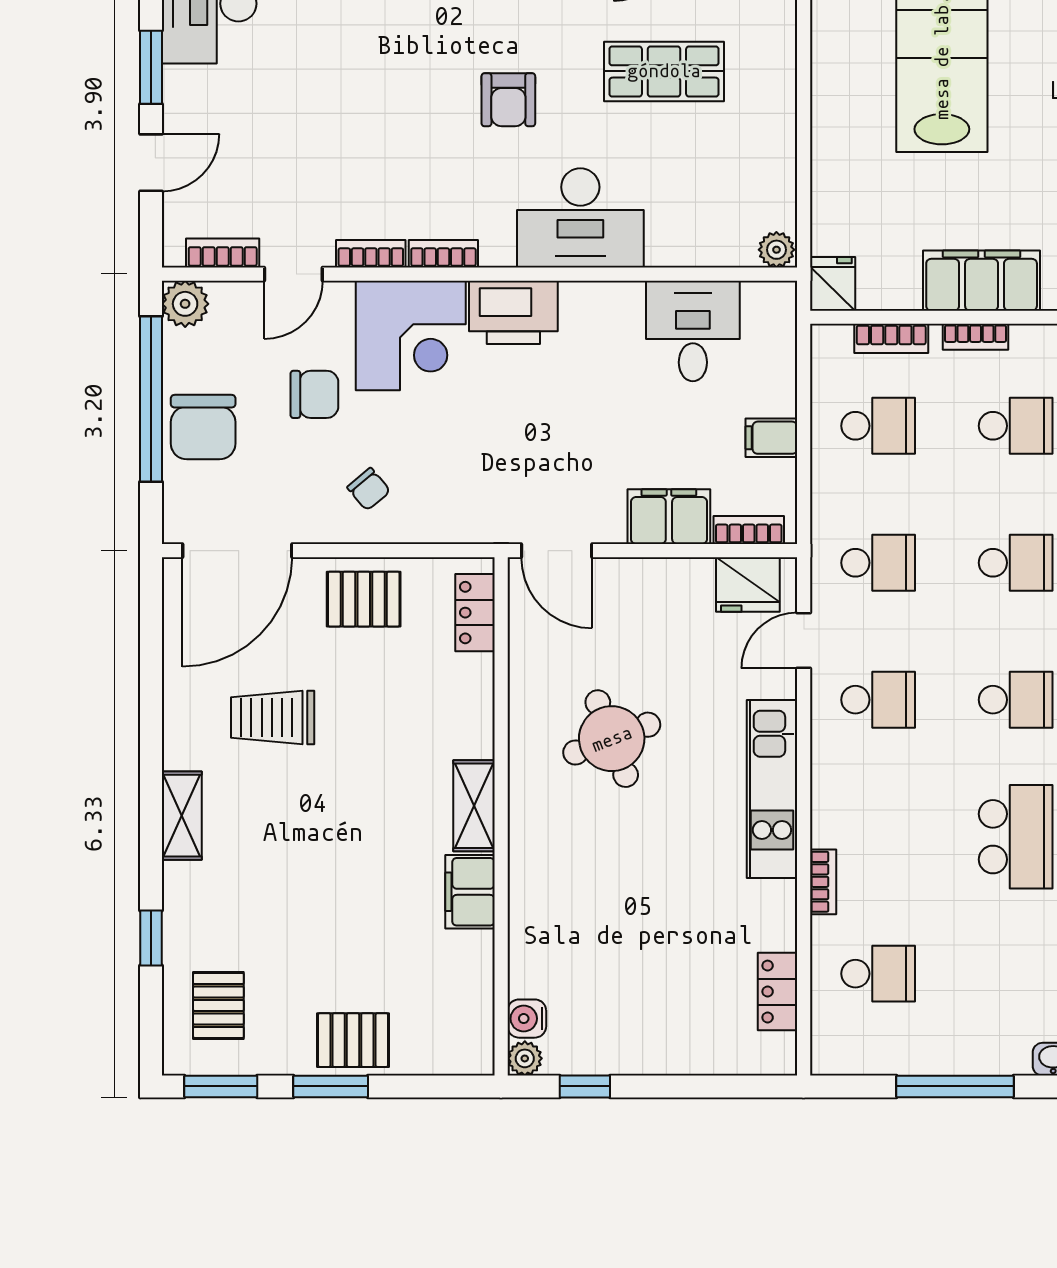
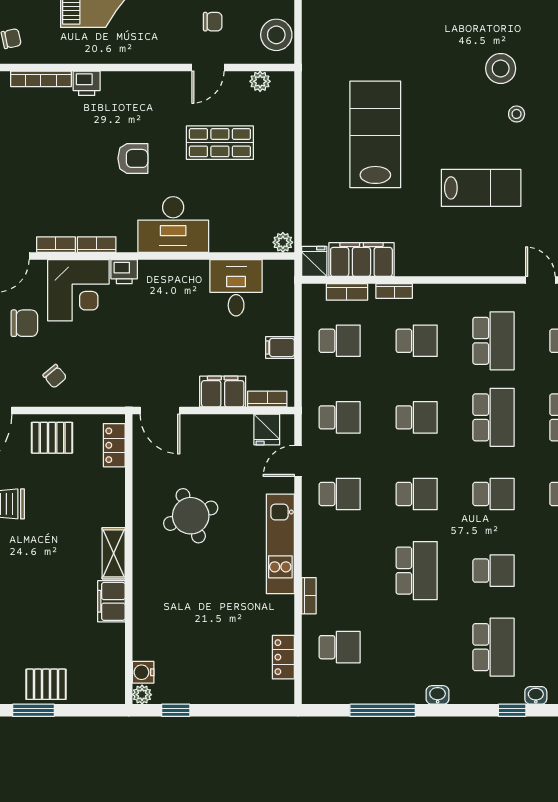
armchair: (508, 100) -> (133, 158), turned -90
filing cabinet: (982, 281) -> (361, 260), moved
printer: (513, 312) -> (124, 272), width x0.53, depth x0.68
fridge: (748, 584) -> (267, 430), width x0.72

